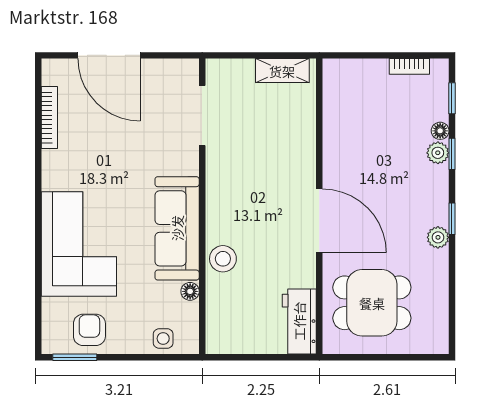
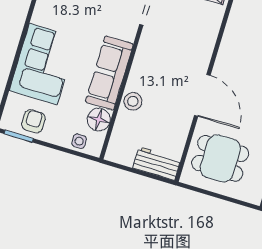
floor lamp: (190, 291) -> (99, 120), width x1.89, depth x1.89
workbench: (299, 321) -> (157, 163), moved, turned 90

